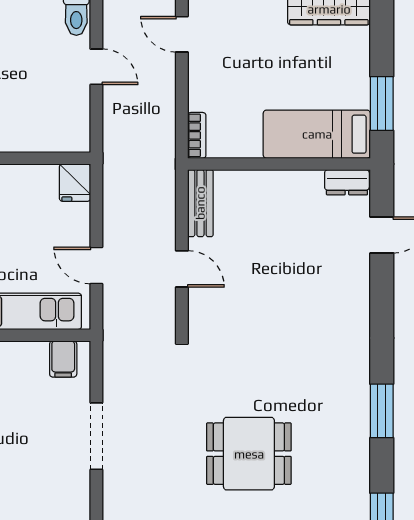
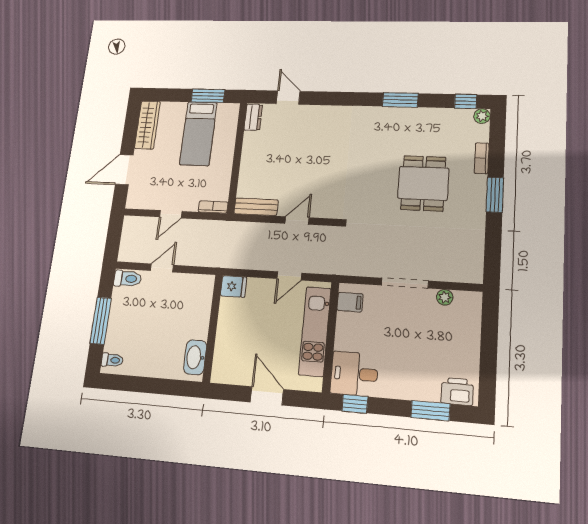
door: (182, 34) -> (171, 214), moved
bed: (317, 134) -> (198, 134), moved
plant: (79, 494) -> (445, 297), added

